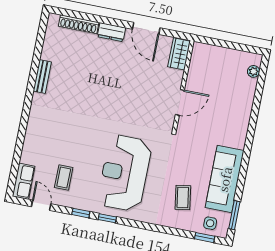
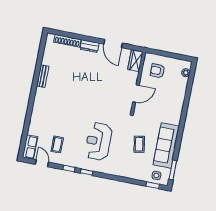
armchair: (212, 69) -> (157, 71), added
reception desk: (125, 173) -> (98, 141), width x0.74, depth x0.77
coffee table: (183, 197) -> (139, 144), moved

